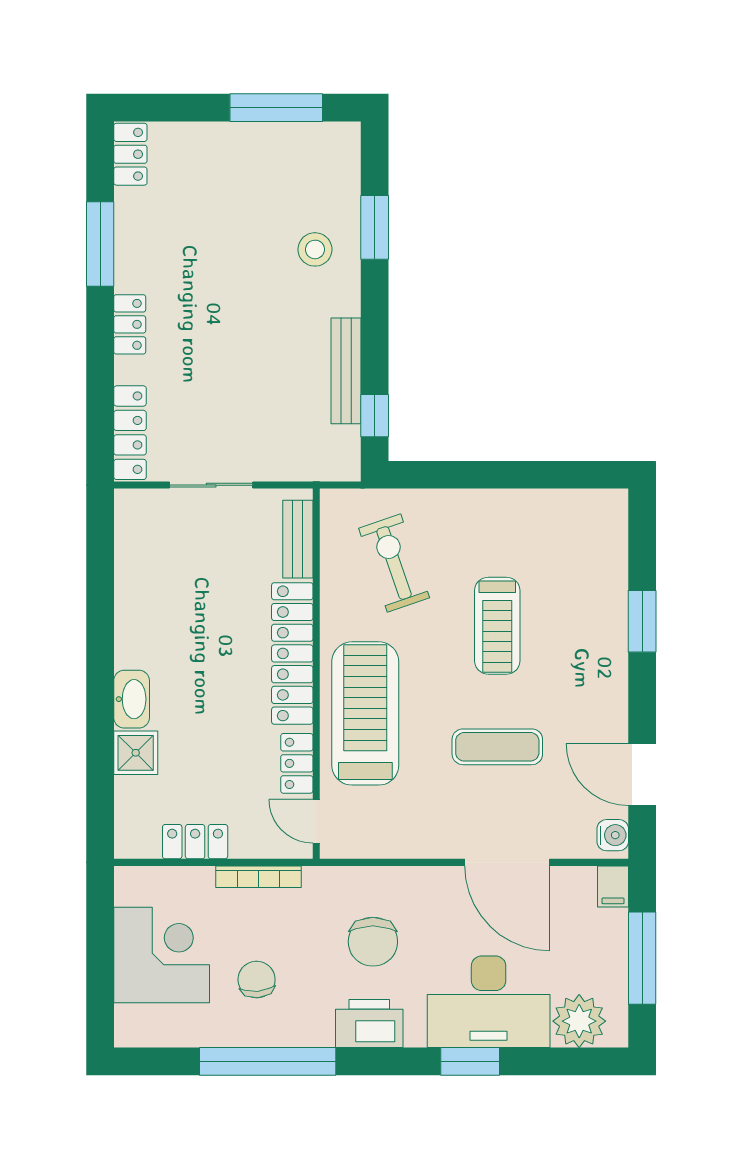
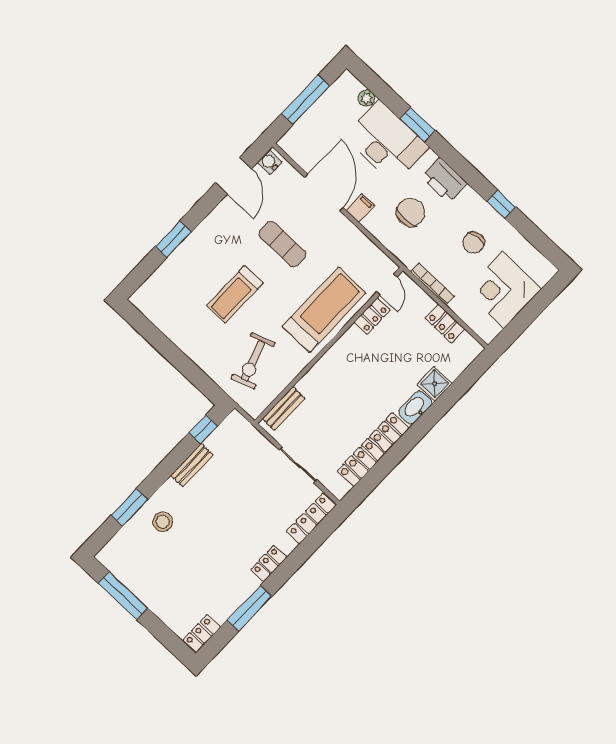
bench: (346, 371) -> (192, 465), width x0.73
treadmill: (497, 626) -> (235, 294), turned 180
locker: (292, 653) -> (373, 450), moved, turned 180
treadmill: (365, 713) -> (324, 310), turned 180
filing cabinet: (613, 886) -> (360, 208), moved
plant: (579, 1021) -> (366, 98), width x0.53, depth x0.53
window: (268, 1061) -> (501, 204), width x0.32

